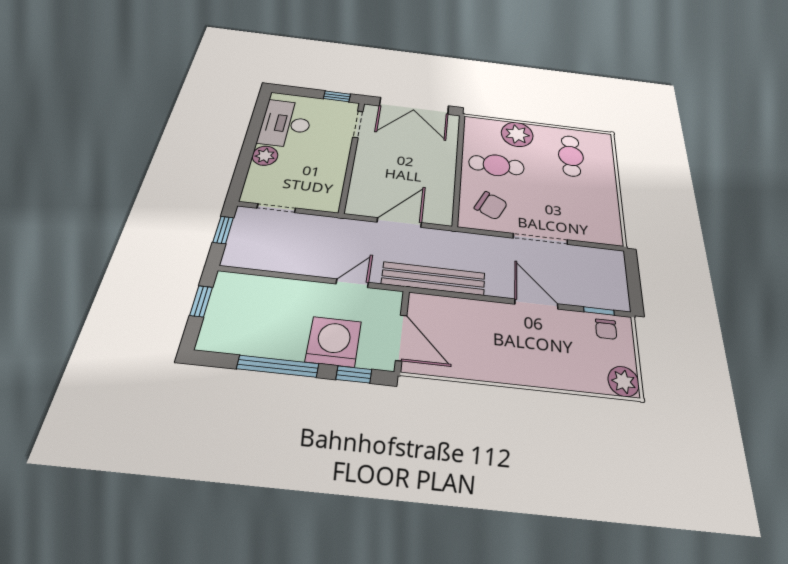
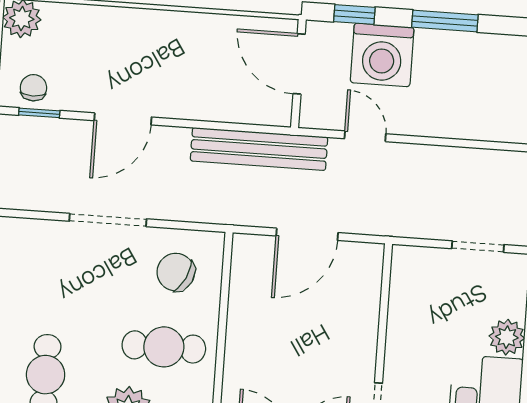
door: (352, 283) -> (365, 136), swing flipped
door: (536, 304) -> (123, 119), hinge flipped
window: (278, 366) -> (445, 21), width x0.69

